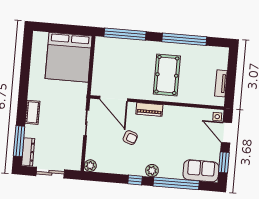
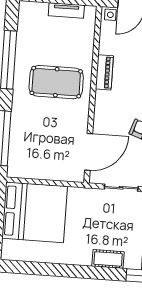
piano: (149, 109) -> (104, 72), moved

